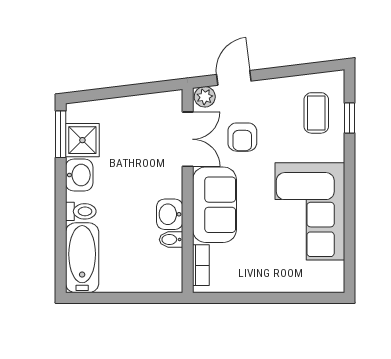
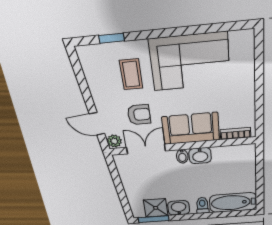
coffee table: (316, 113) -> (131, 74), moved, turned 90
bidet: (171, 240) -> (182, 156), moved

